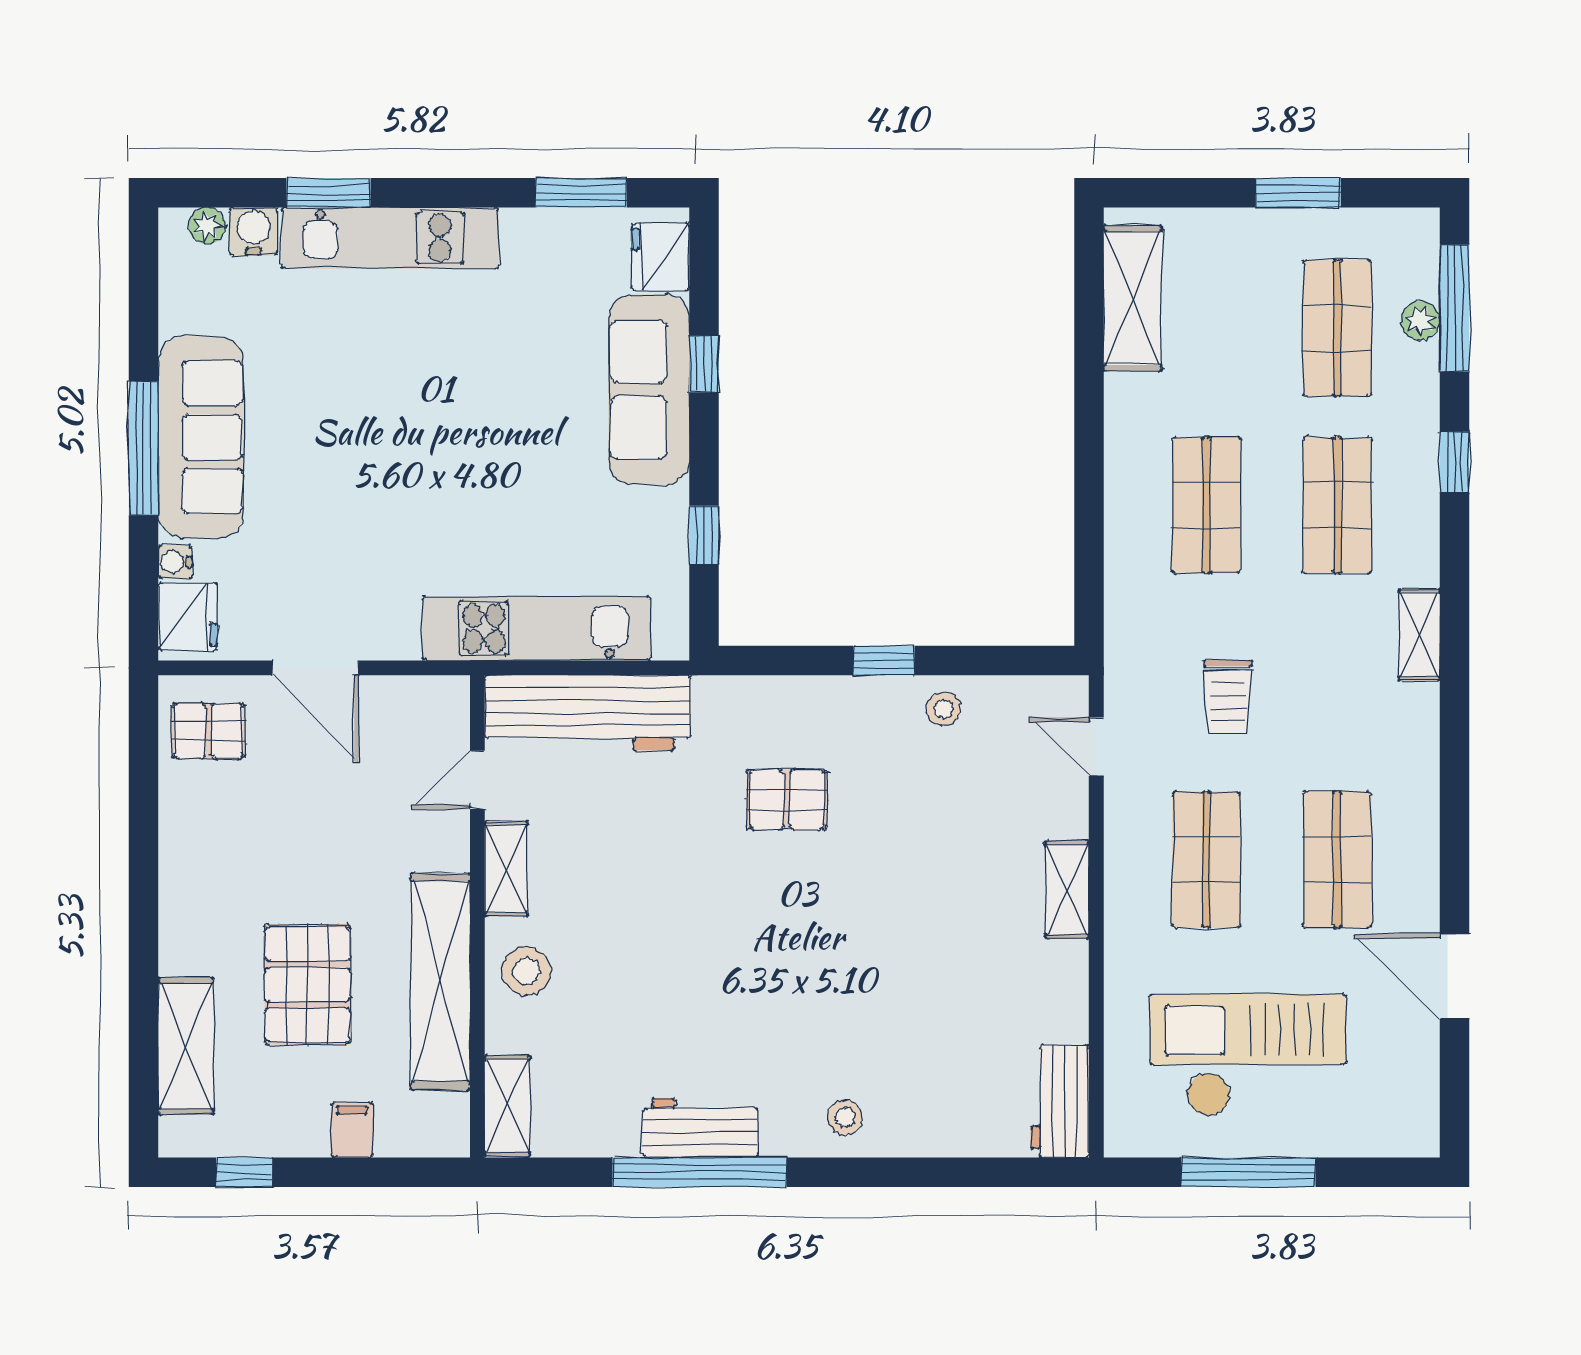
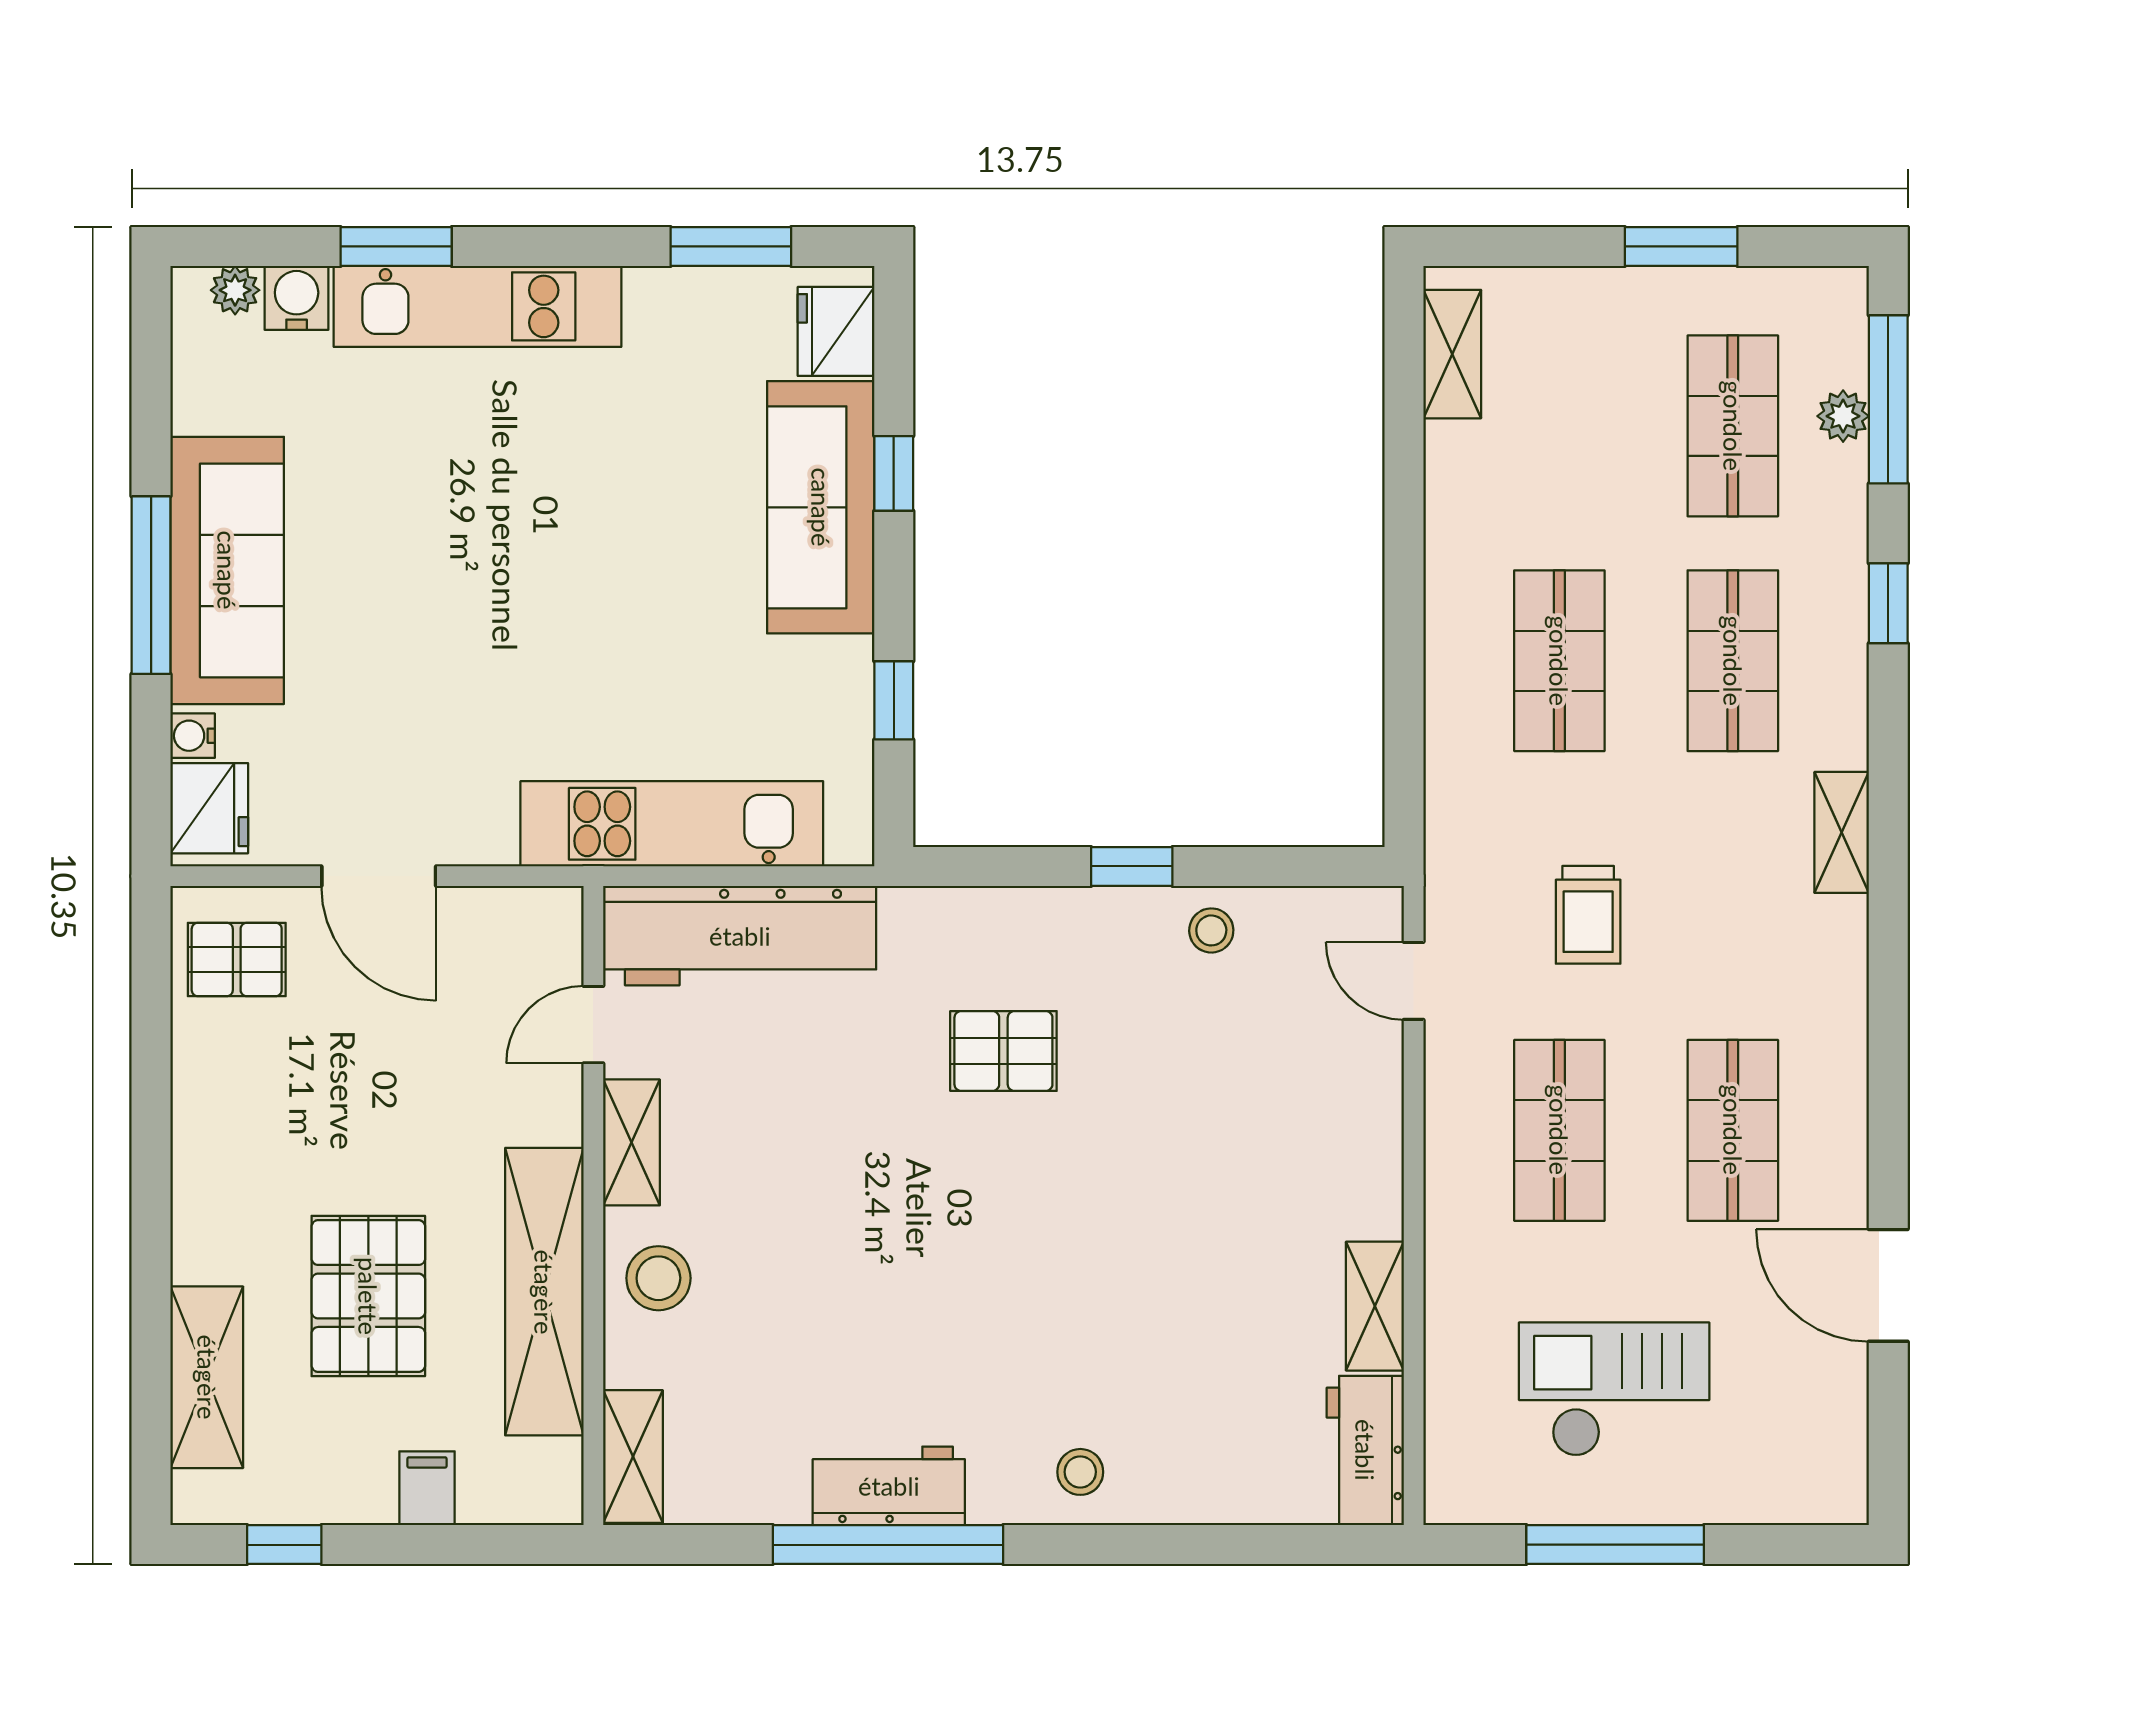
shelving: (1133, 298) -> (1452, 354), width x0.67, depth x0.75
shelving: (1067, 890) -> (1375, 1306), moved
checkout: (1248, 1055) -> (1614, 1389), width x0.73, depth x0.83

